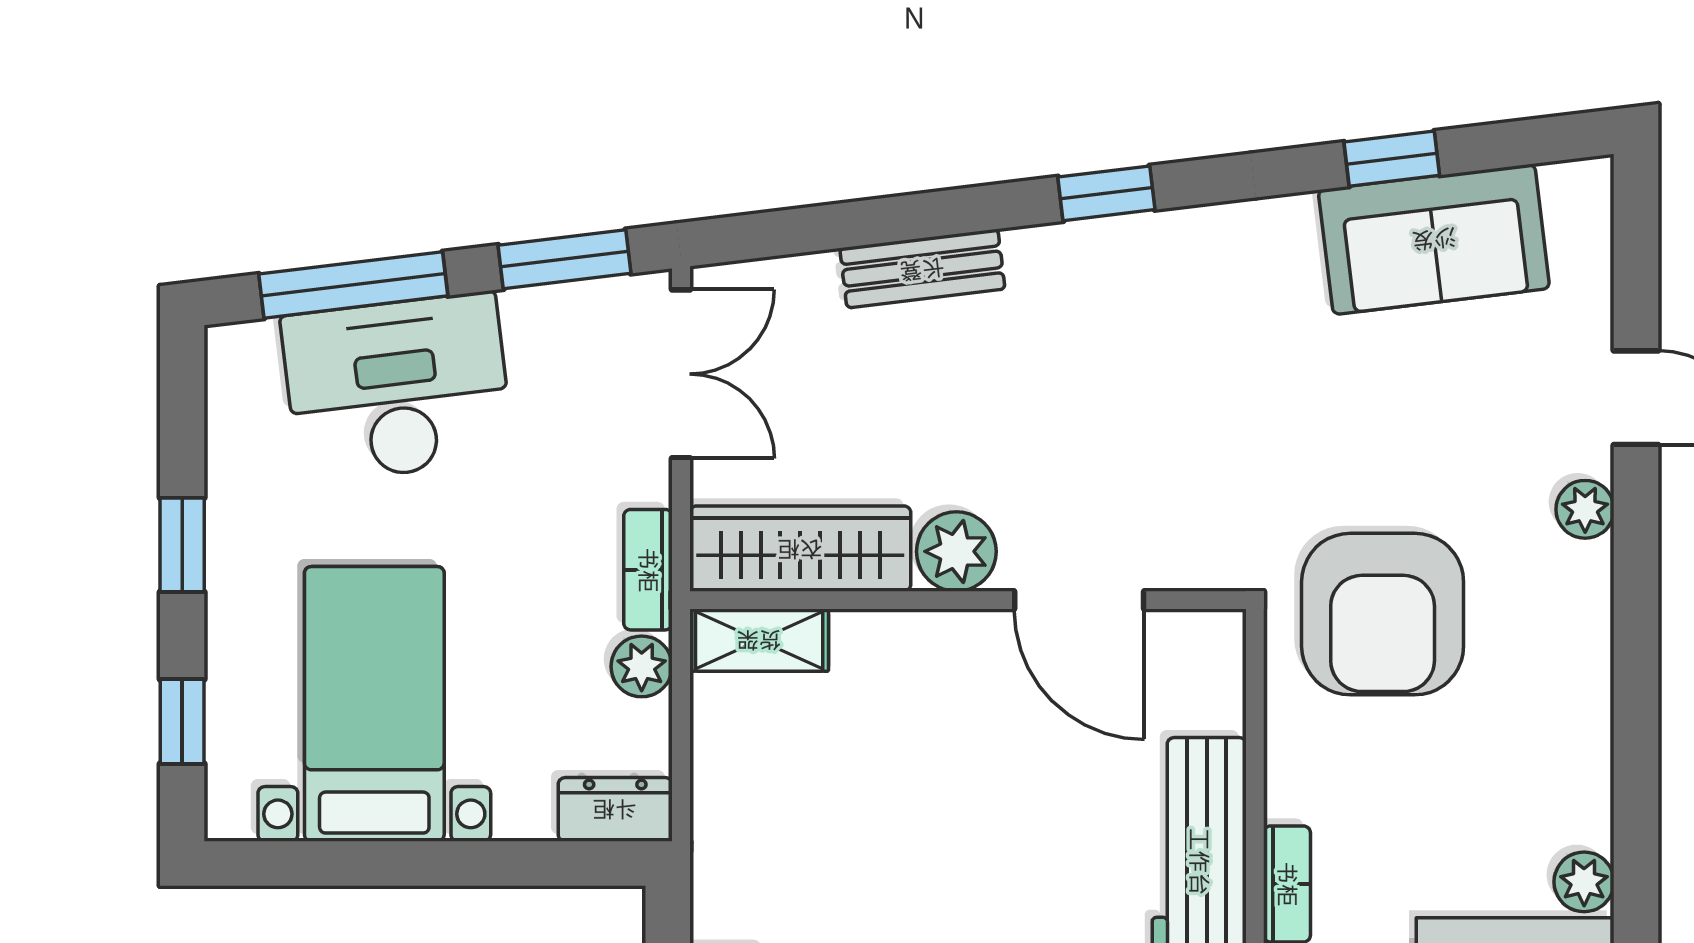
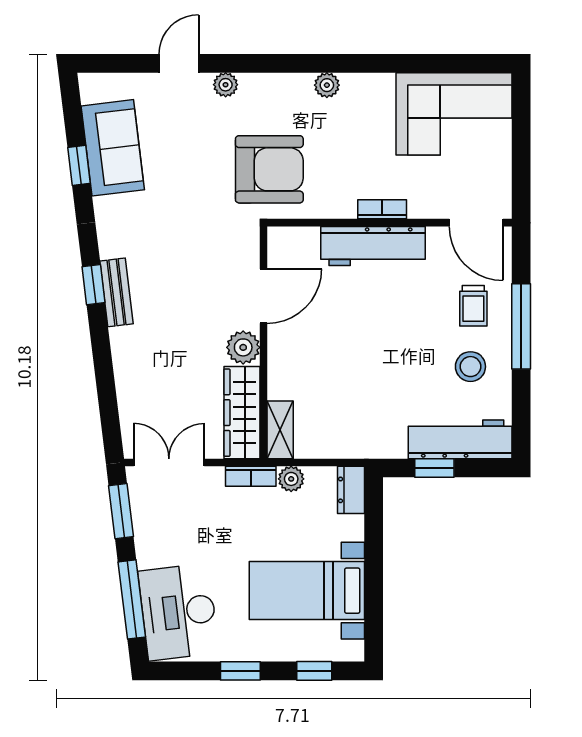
bench: (922, 269) -> (117, 292), moved
desk: (397, 388) -> (179, 612), moved
plant: (1584, 882) -> (327, 85), moved

